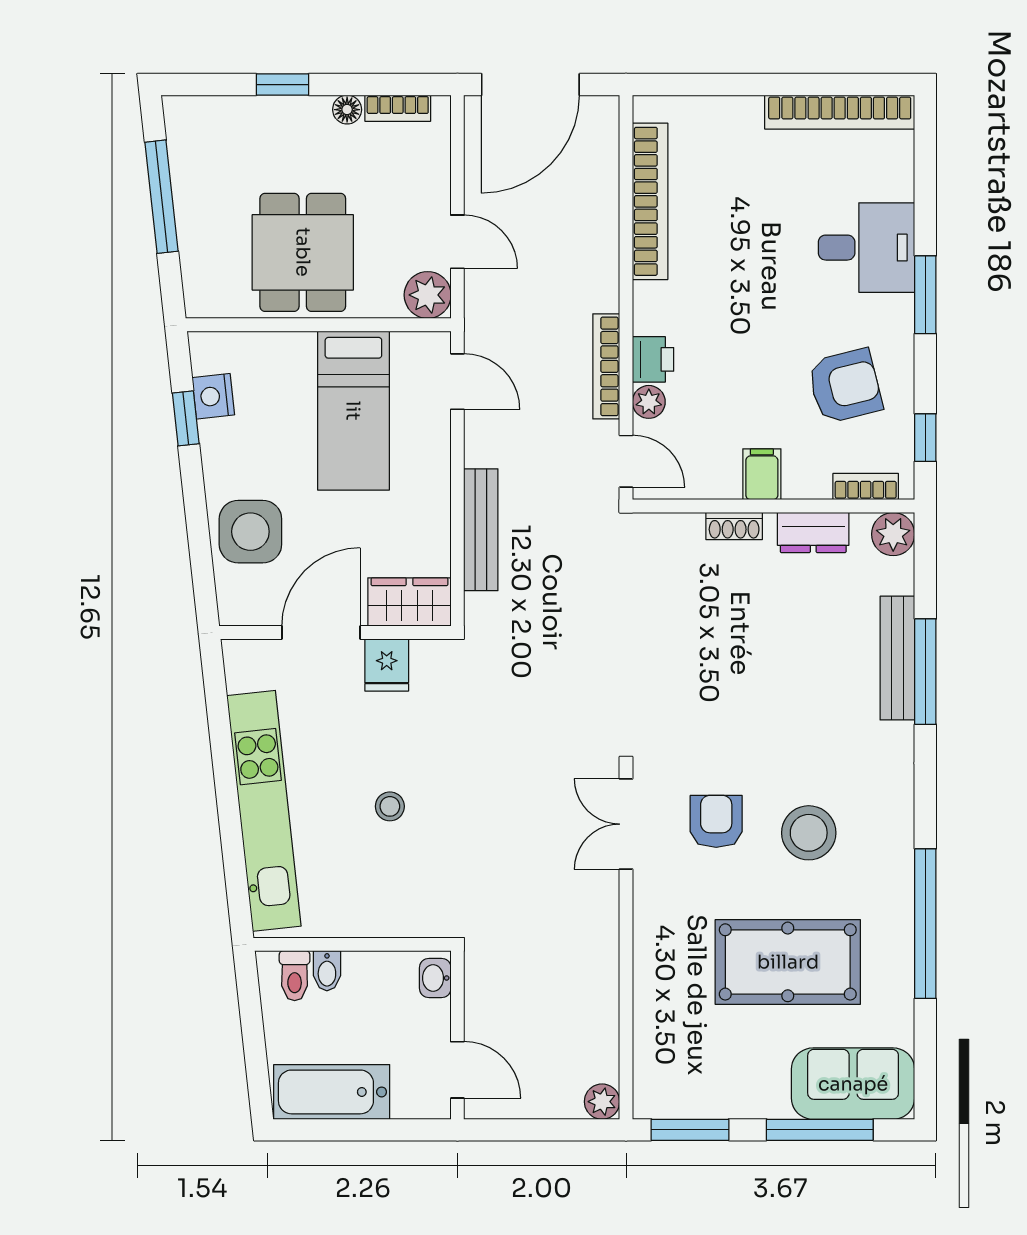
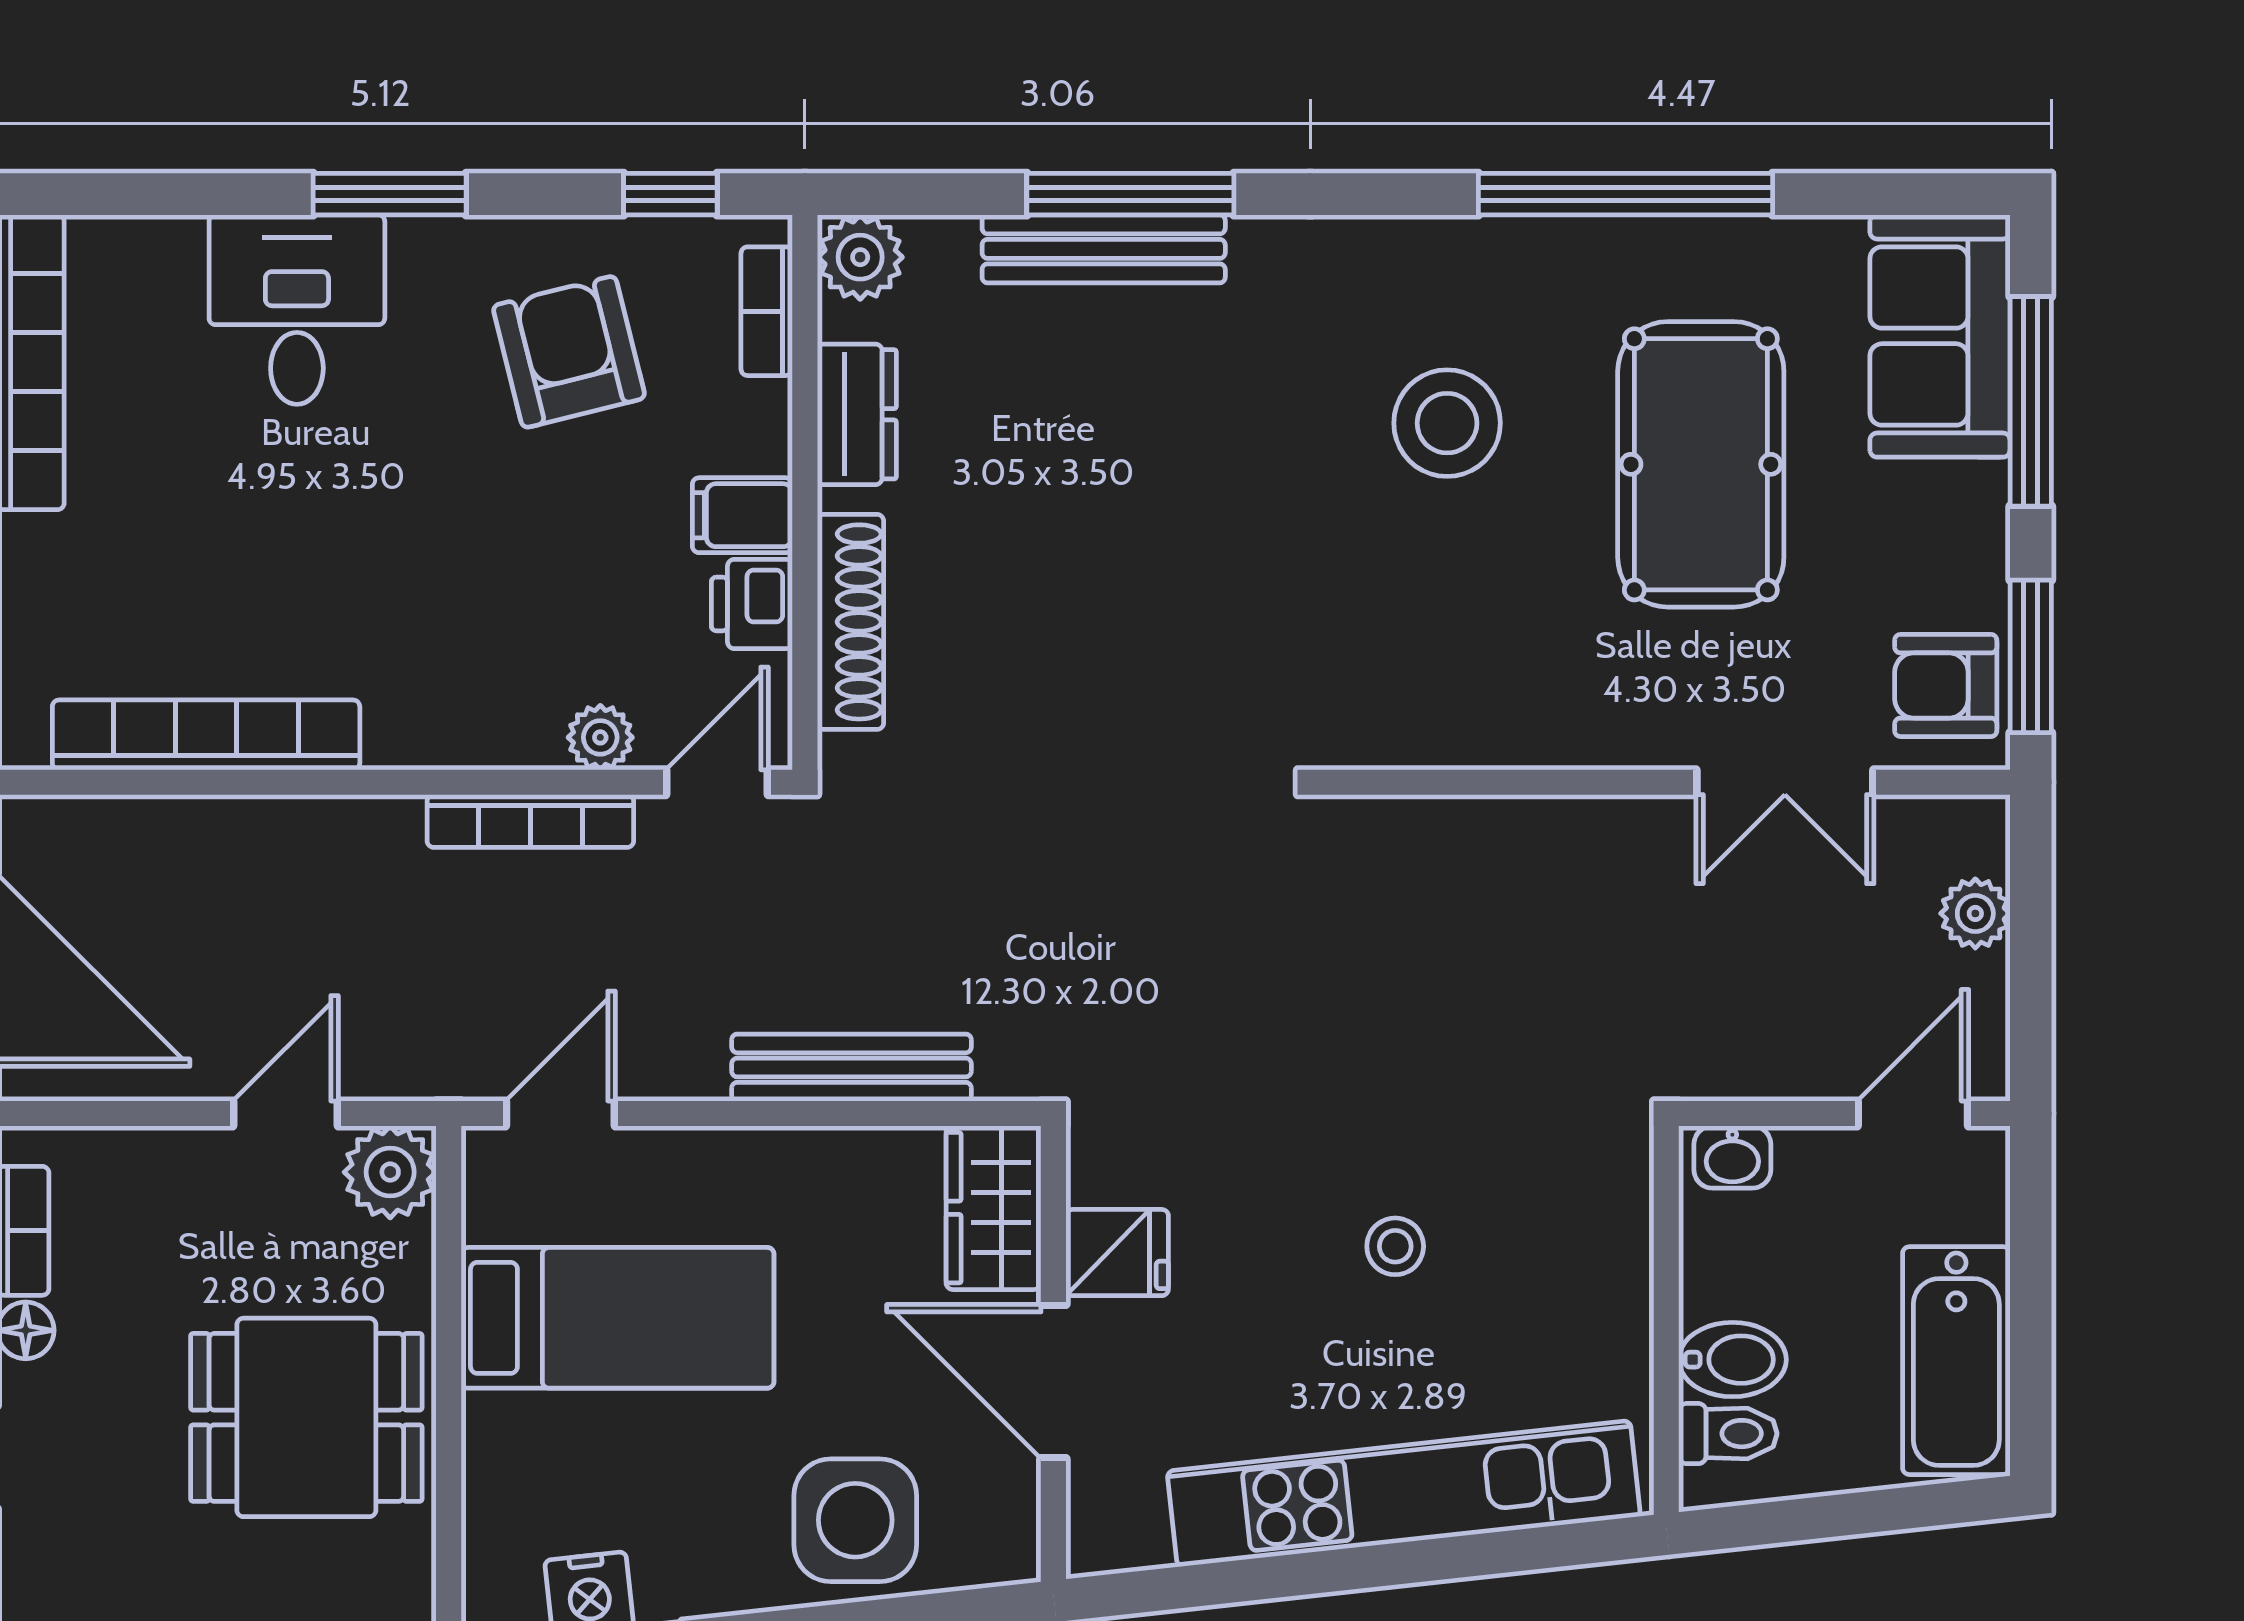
printer: (653, 359) -> (752, 604), moved, turned -90
shoe rack: (734, 526) -> (850, 622), width x1.94, depth x1.24
armchair: (716, 821) -> (1946, 685), moved
double door: (626, 824) -> (1785, 782), moved
bidet: (327, 971) -> (1732, 1360), width x1.38, depth x1.36
plant: (602, 1102) -> (1975, 913), moved

